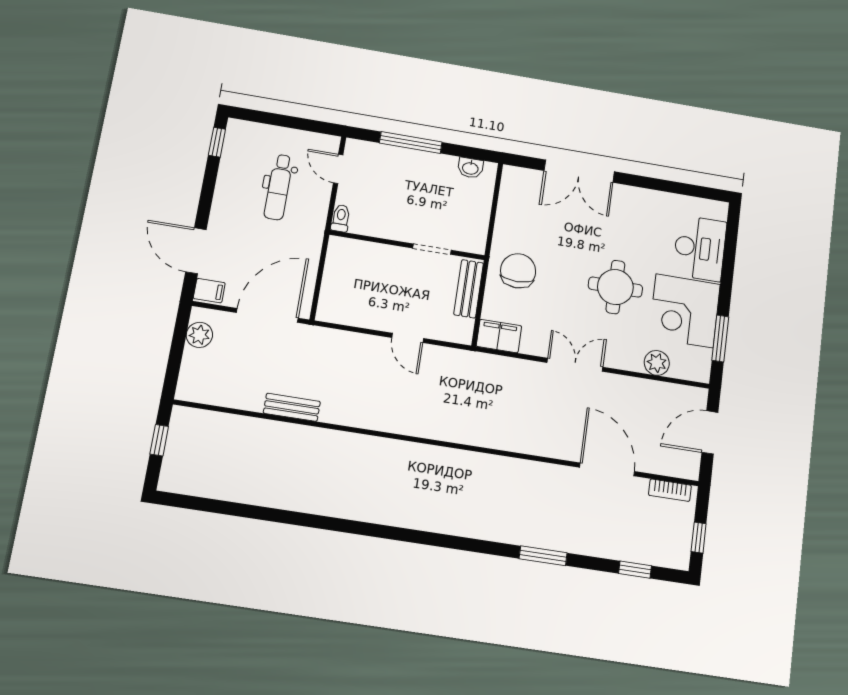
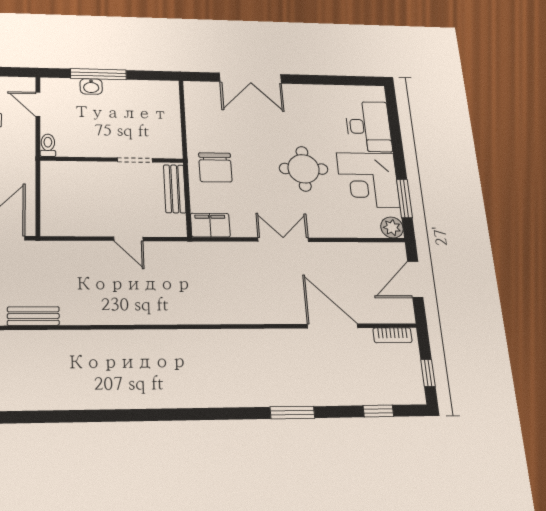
washbasin: (470, 168) -> (91, 86), moved
chair: (518, 271) -> (215, 167), turned 180
plant: (657, 363) -> (392, 227), moved

